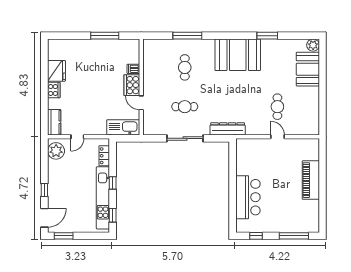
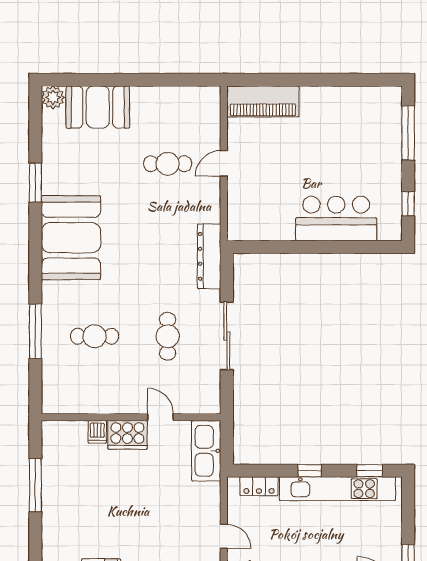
door: (141, 103) -> (161, 417), swing flipped
piano: (311, 180) -> (263, 101), moved

